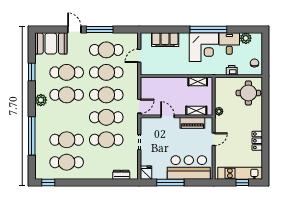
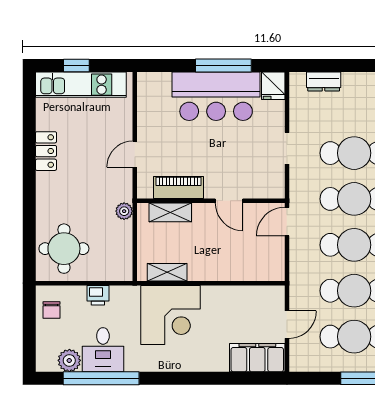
window: (208, 30) -> (101, 378), moved
filing cabinet: (165, 40) -> (257, 358), moved
corner desk: (204, 47) -> (171, 315), moved, turned 180
bar counter: (189, 168) -> (216, 96), moved

